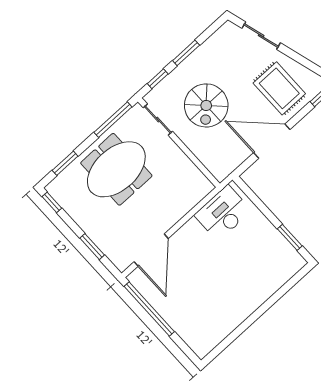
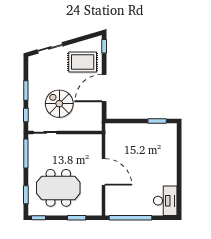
spiral stairs: (206, 105) -> (59, 104), turned 180
meeting table: (116, 169) -> (58, 188), moved, turned 90
desk: (223, 213) -> (165, 201), moved, turned 180
door: (151, 250) -> (104, 172), moved

